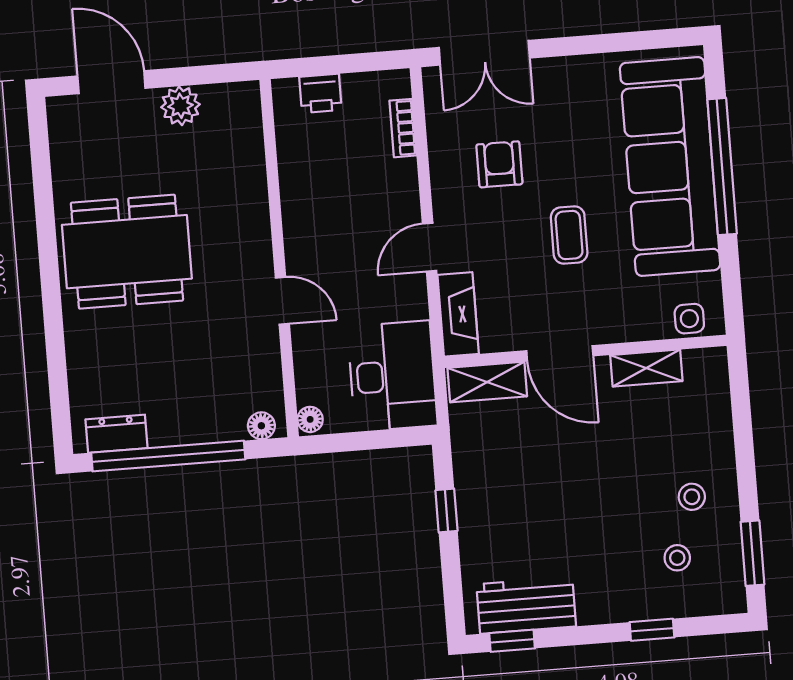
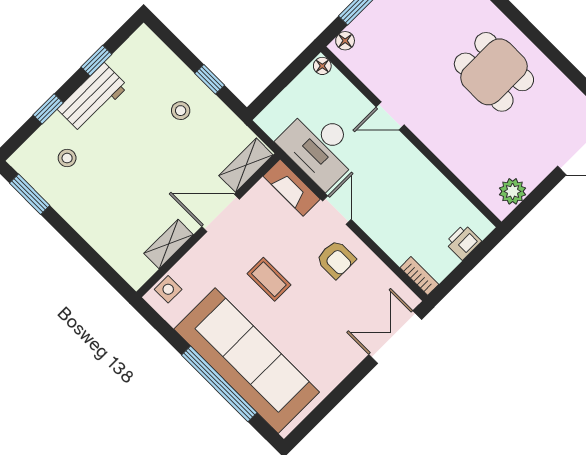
plant: (180, 106) -> (513, 191), moved
bookcase: (403, 128) -> (419, 276), moved
armchair: (499, 164) -> (336, 259), moved
dining table: (127, 252) -> (494, 72), width x0.73
desk: (392, 376) -> (320, 147), moved
stool: (692, 497) -> (181, 111), moved
workbench: (526, 605) -> (93, 98), moved
window: (512, 641) -> (96, 61), moved

